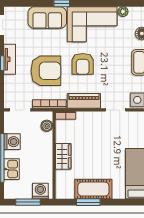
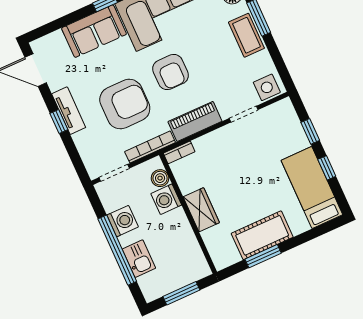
washing machine: (40, 191) -> (166, 199), moved, turned -90

